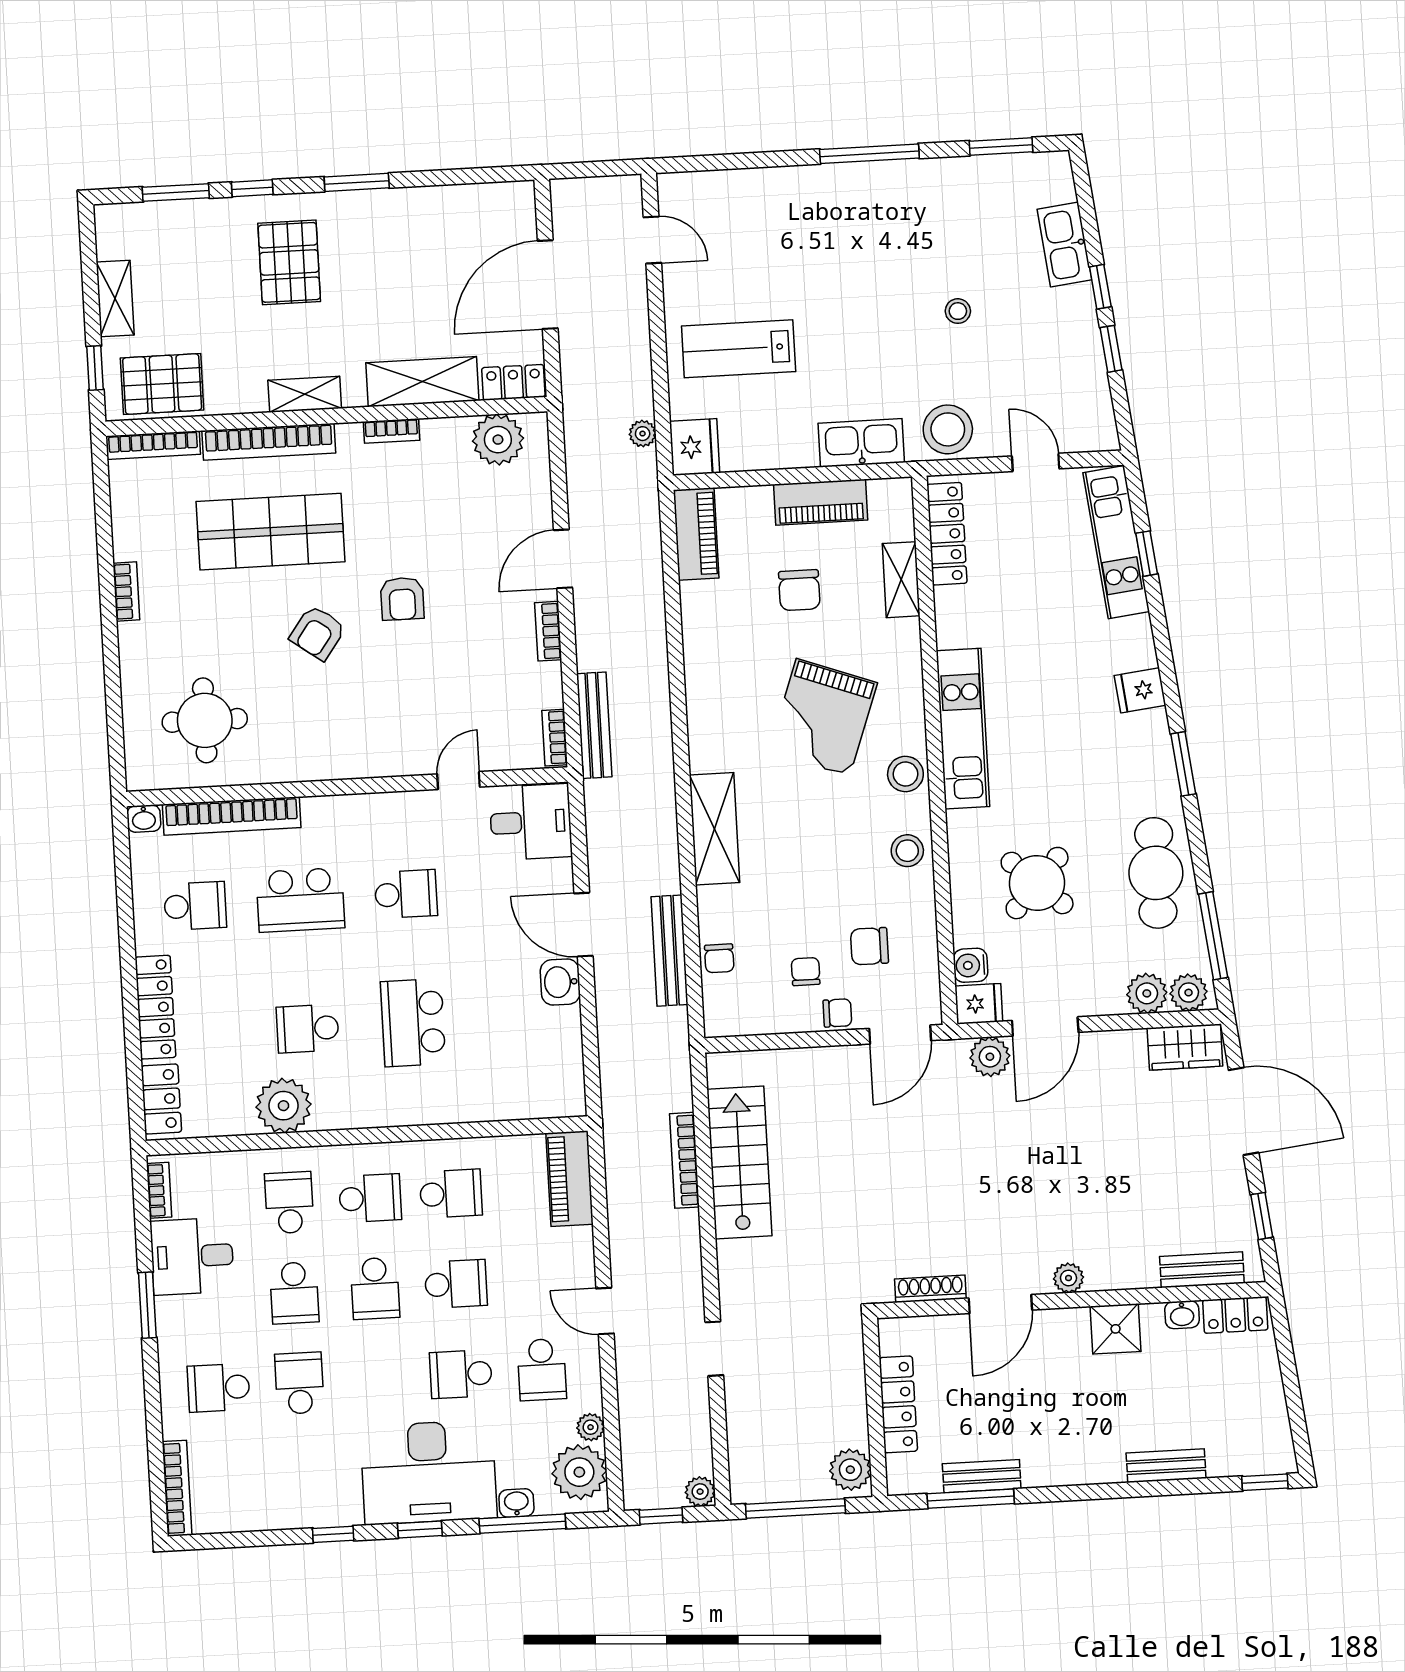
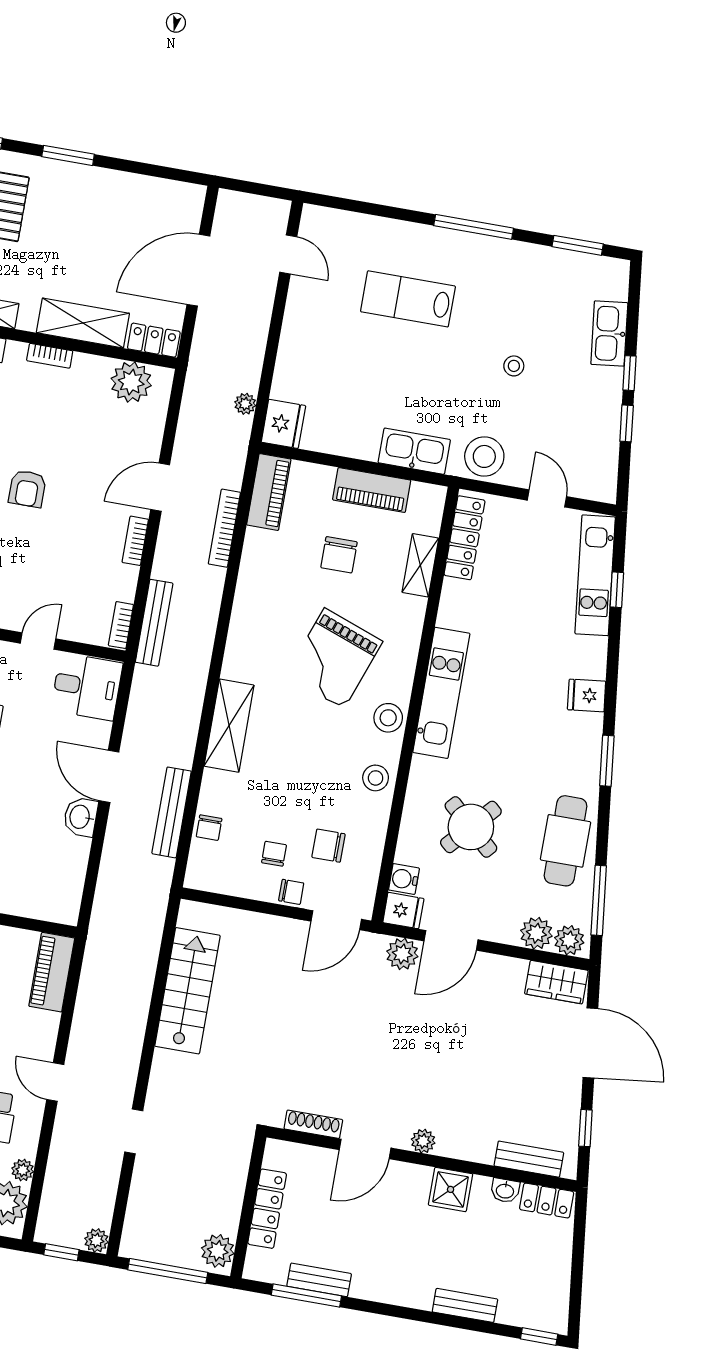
lab bench: (739, 349) -> (408, 299), moved
bookcase: (684, 1160) -> (224, 528), moved

